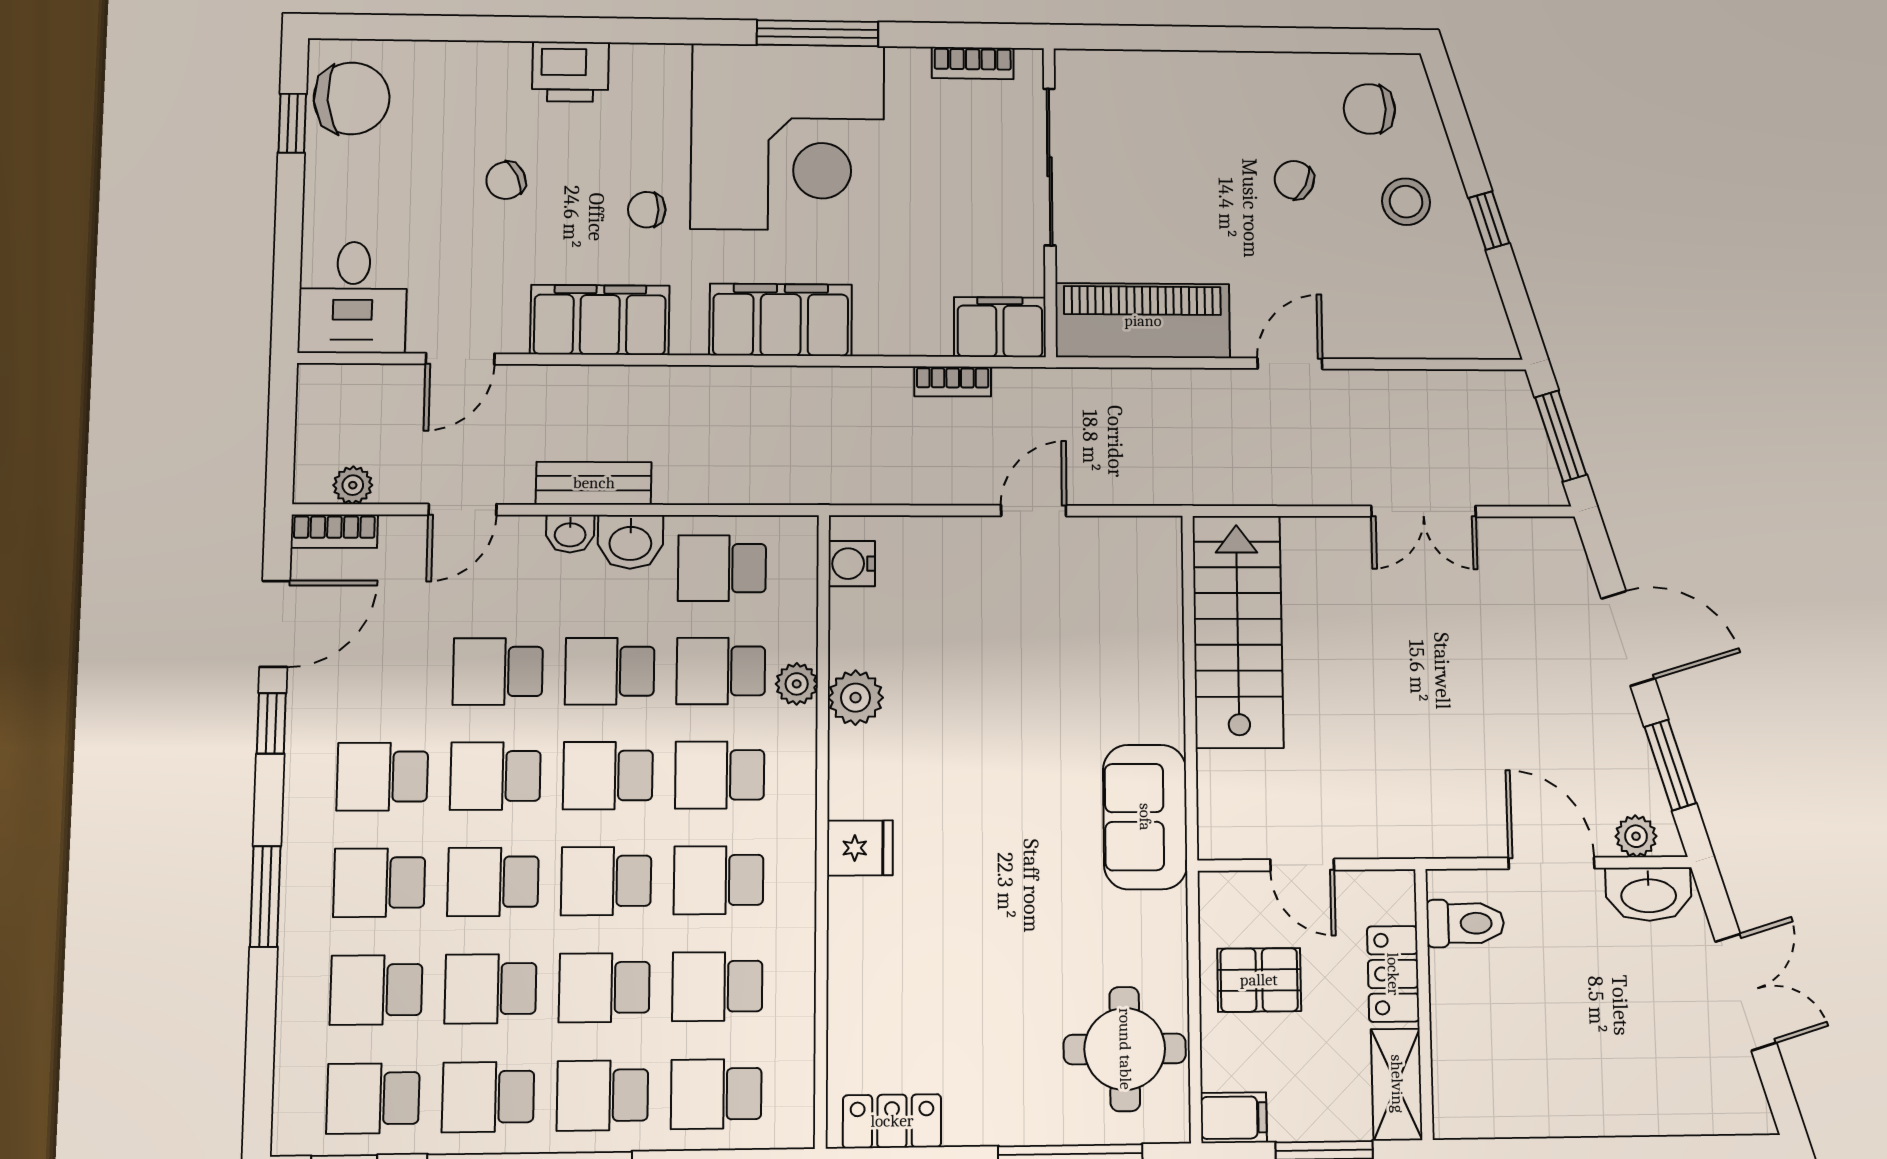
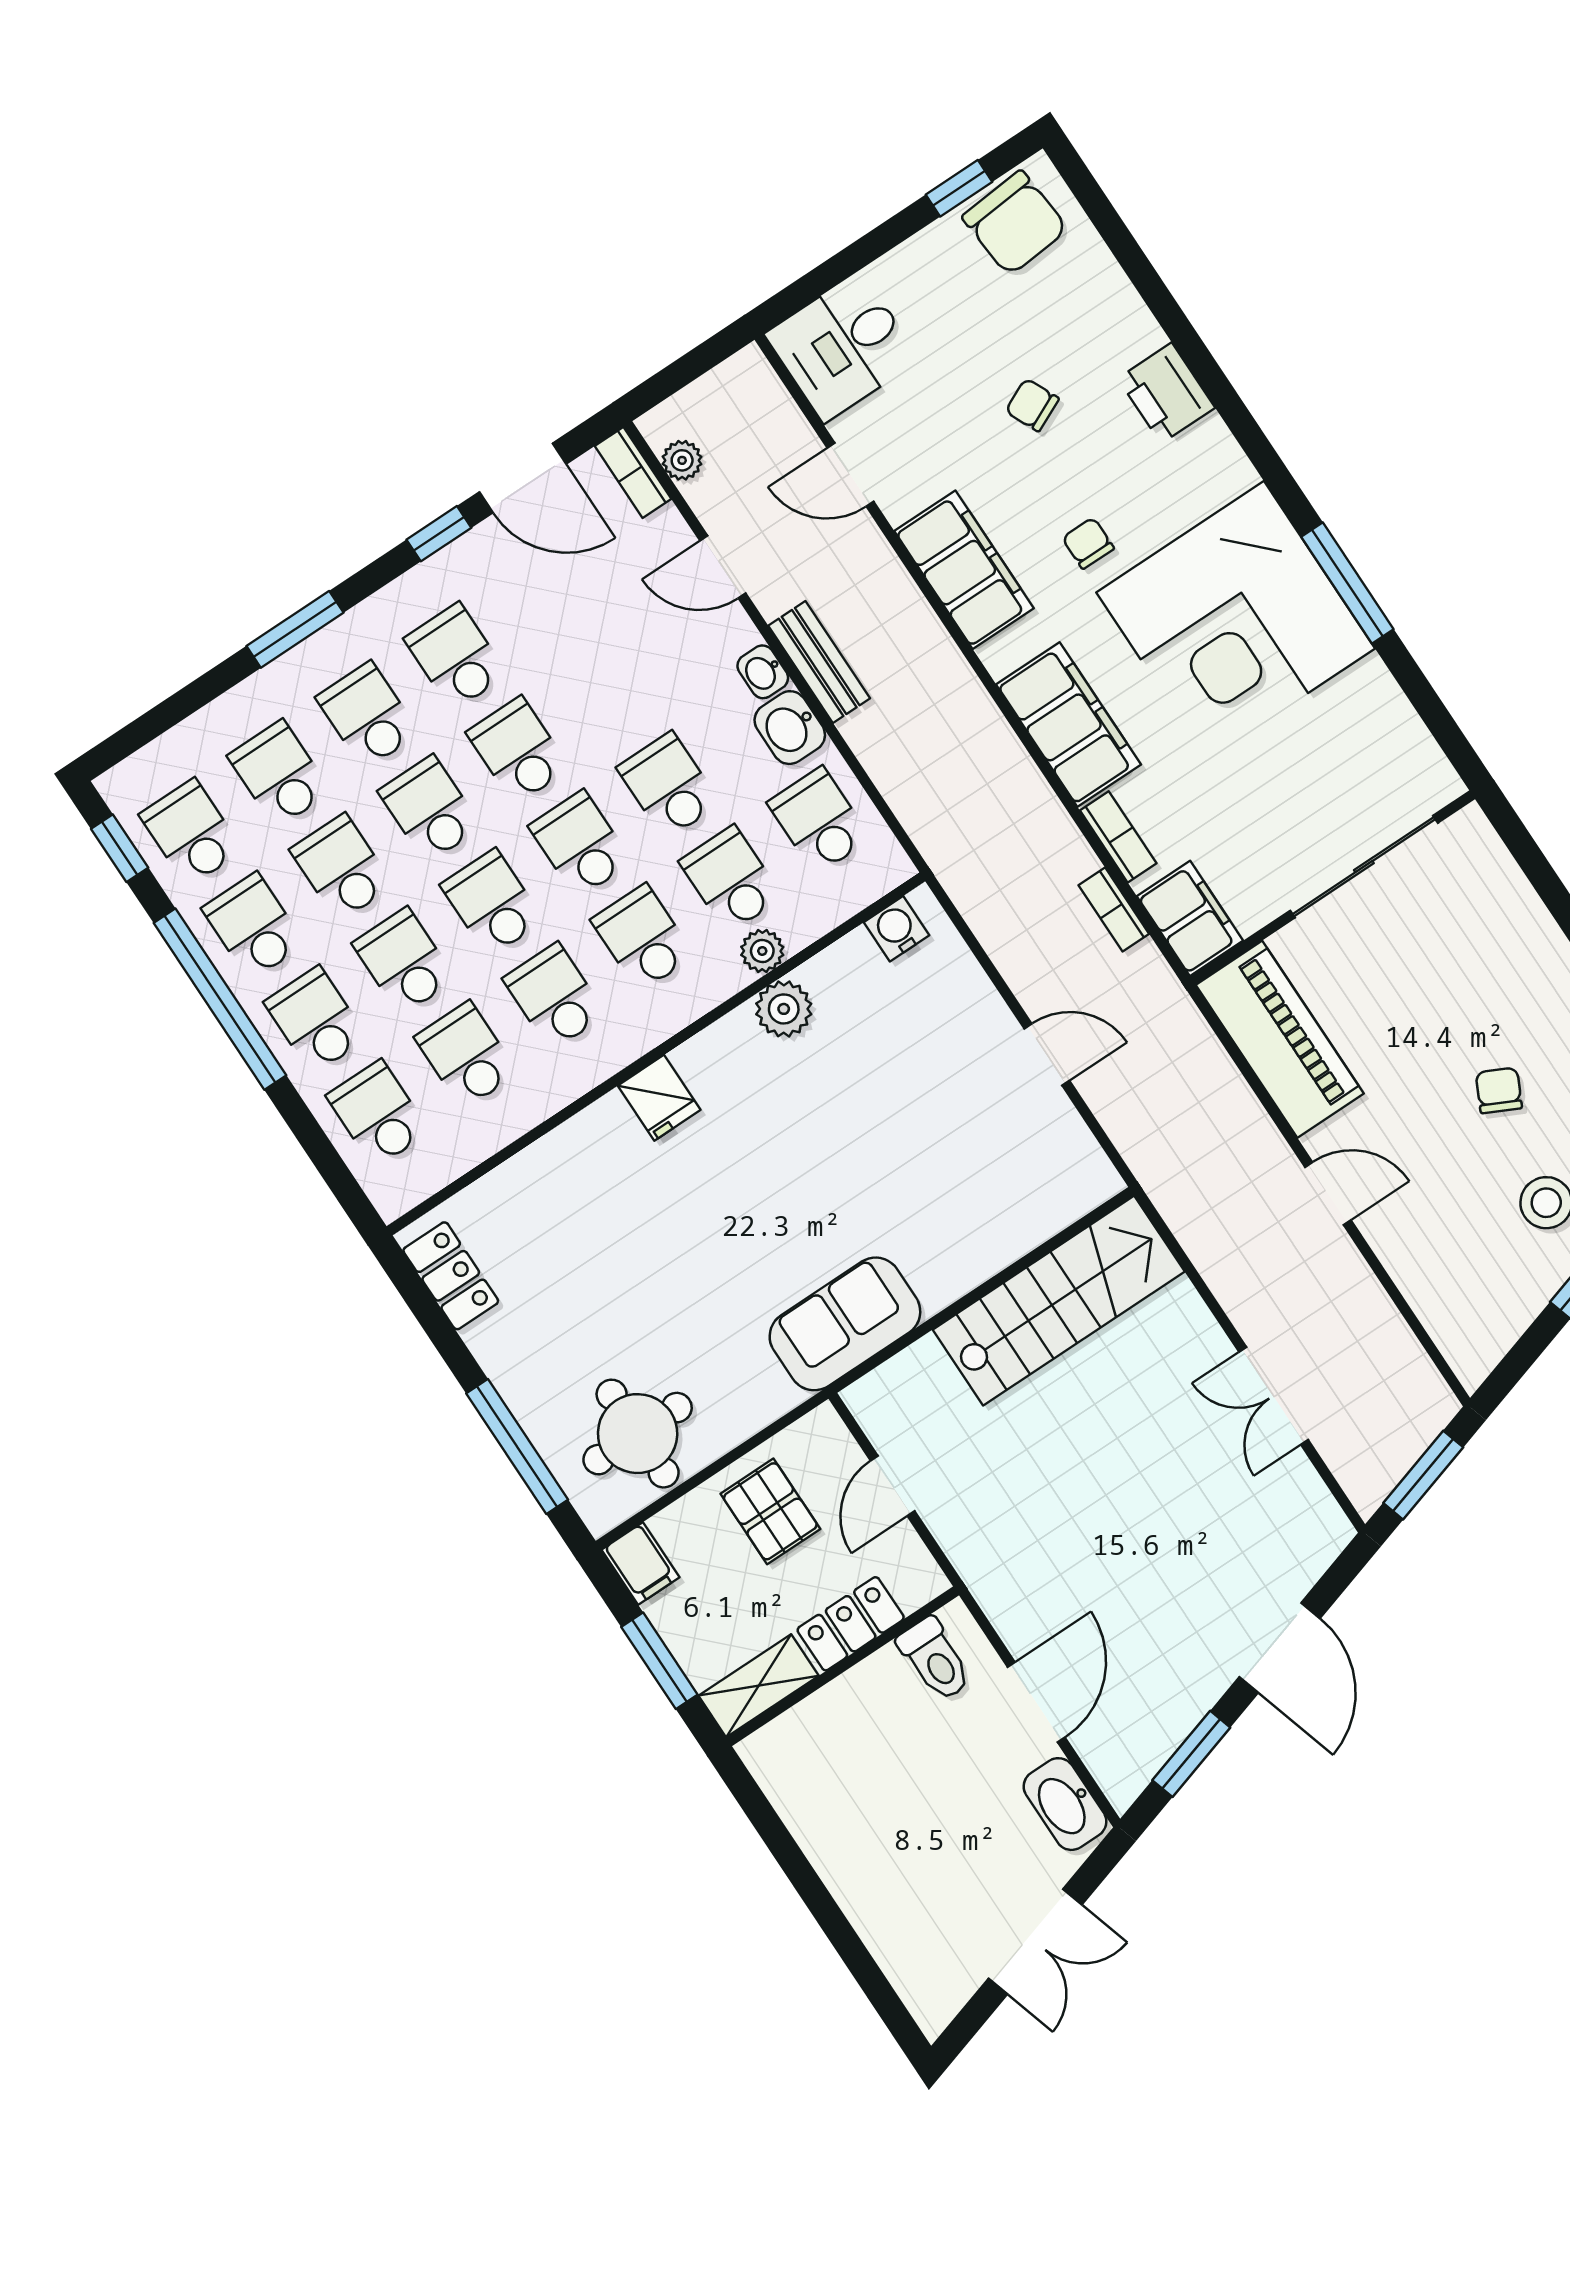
bookcase: (973, 63) -> (1118, 837), moved, turned 180
school desk: (498, 671) -> (606, 692), removed
plant: (1636, 836) -> (1109, 1762), removed

